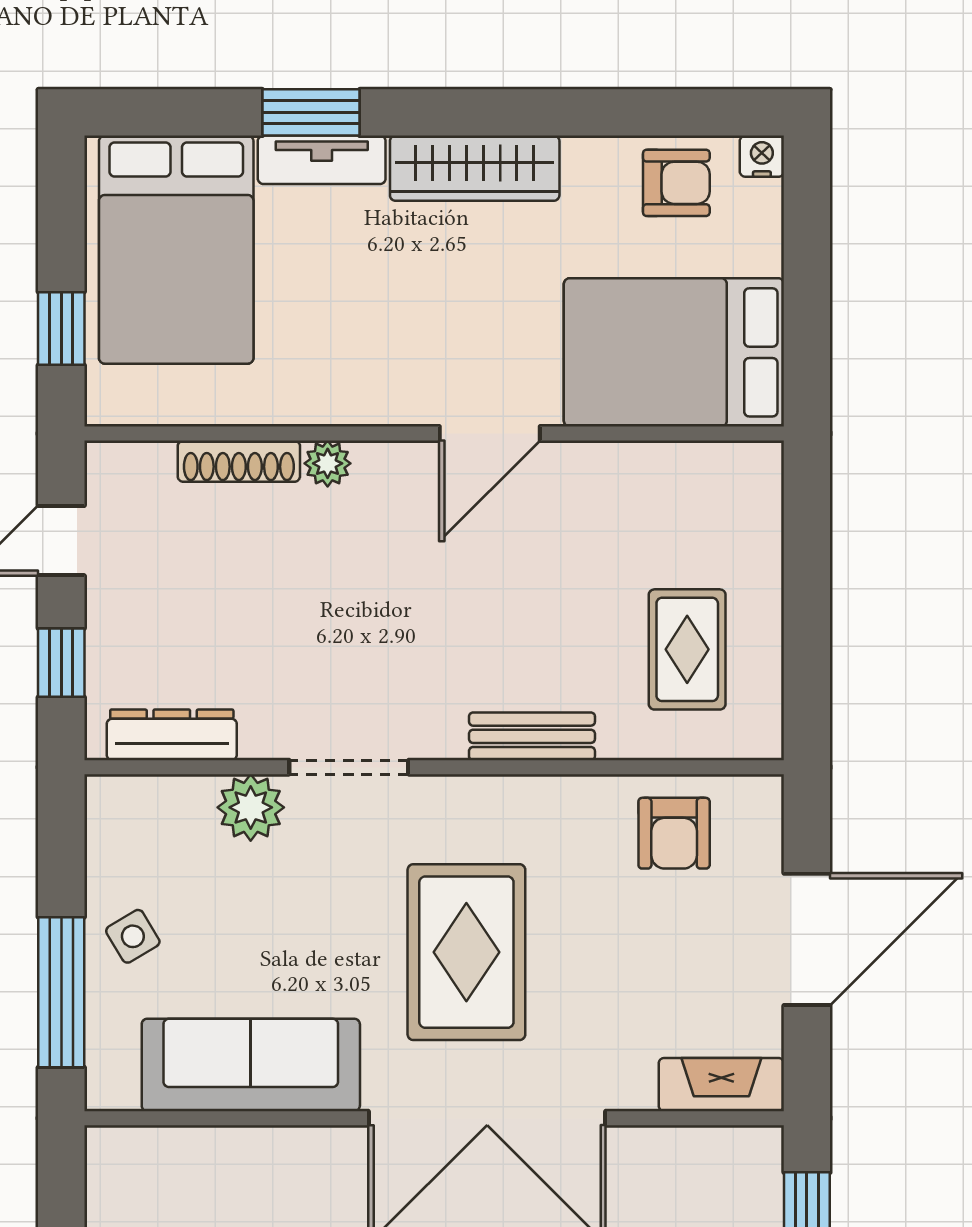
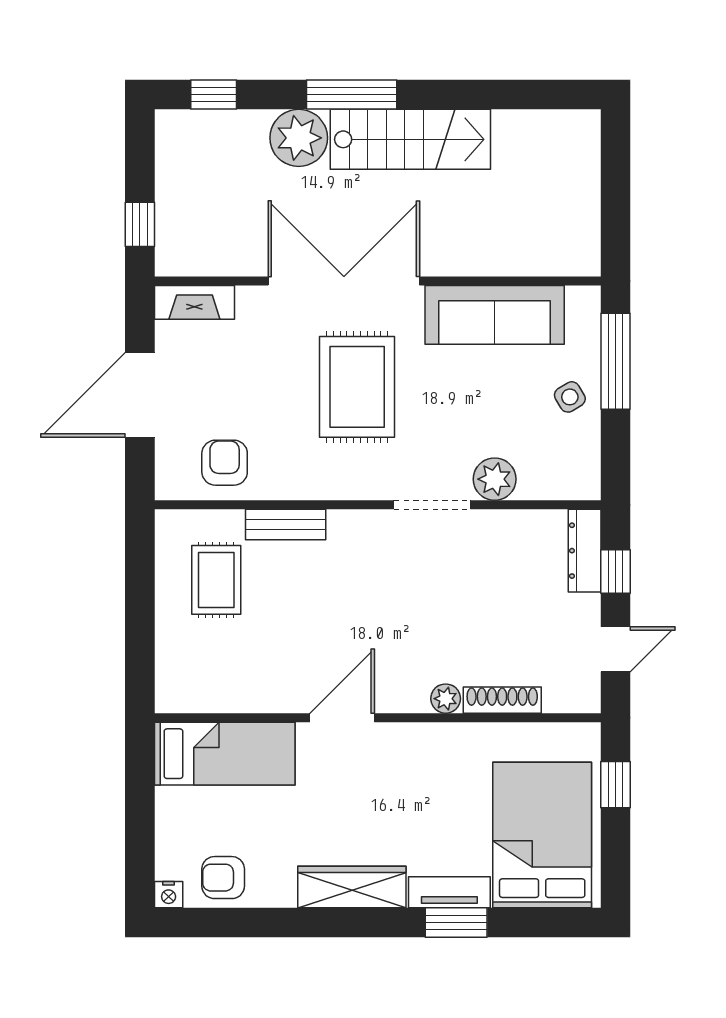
bed: (674, 352) -> (225, 754), width x0.67
dresser: (172, 735) -> (585, 551), moved, turned 90
bench: (532, 736) -> (286, 525), moved

